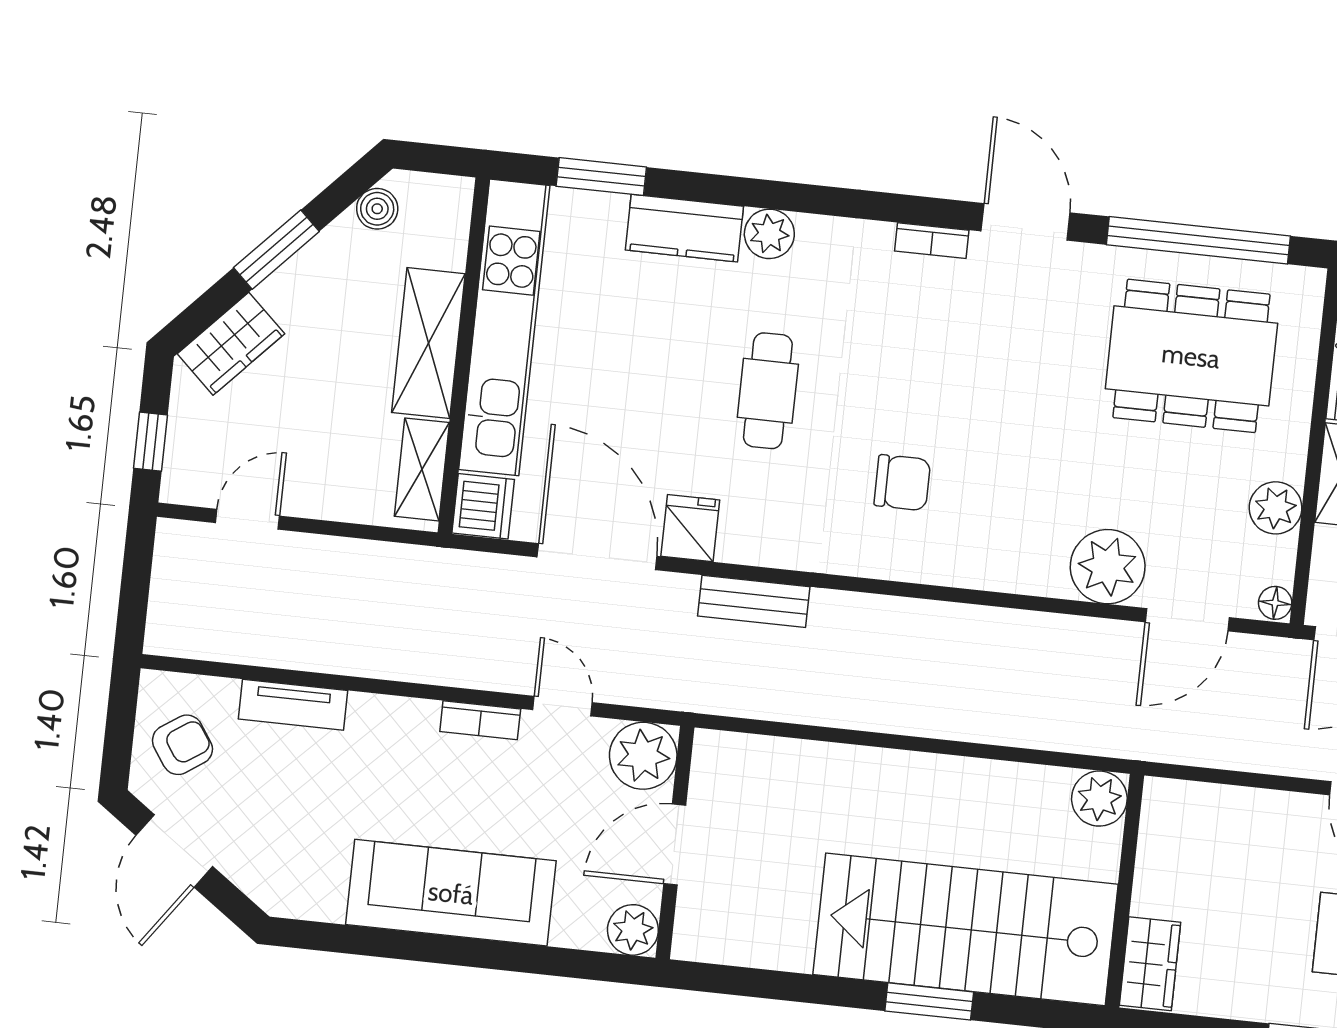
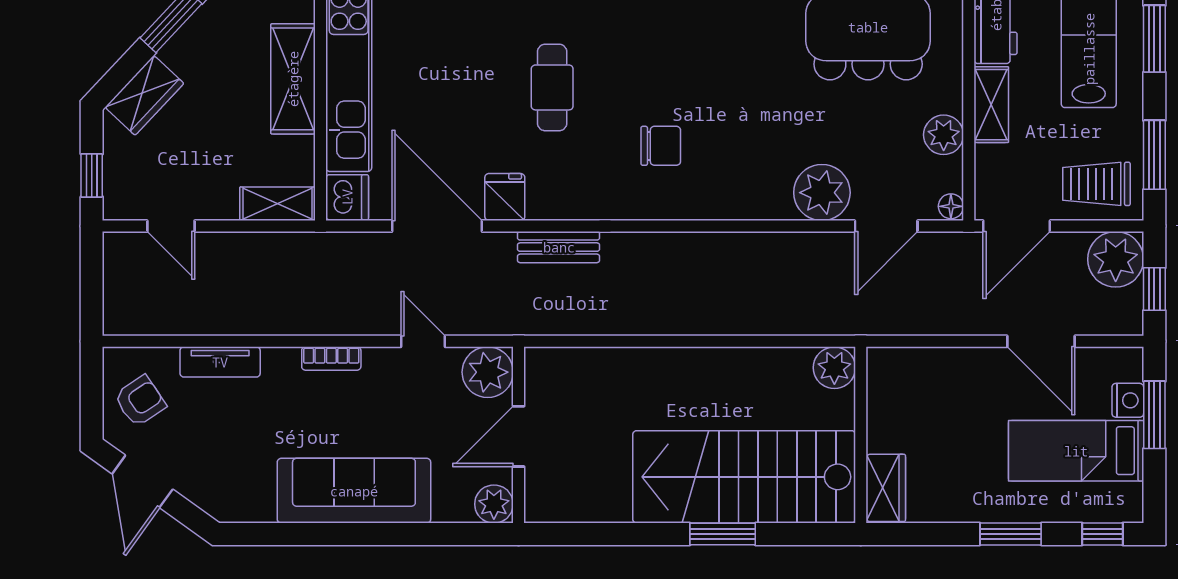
shelving: (422, 469) -> (277, 204), moved, turned 90
door: (247, 519) -> (171, 226), swing flipped
bookcase: (480, 720) -> (331, 359), moved

